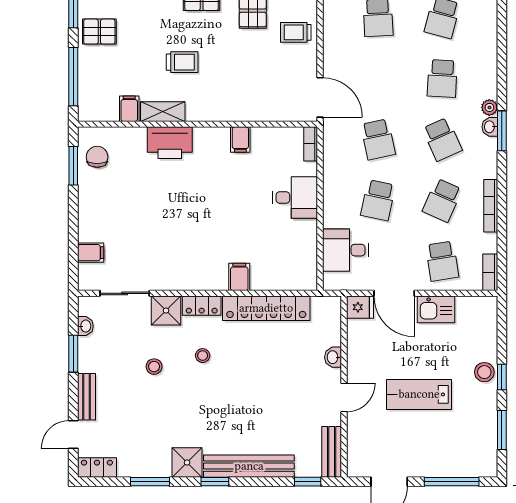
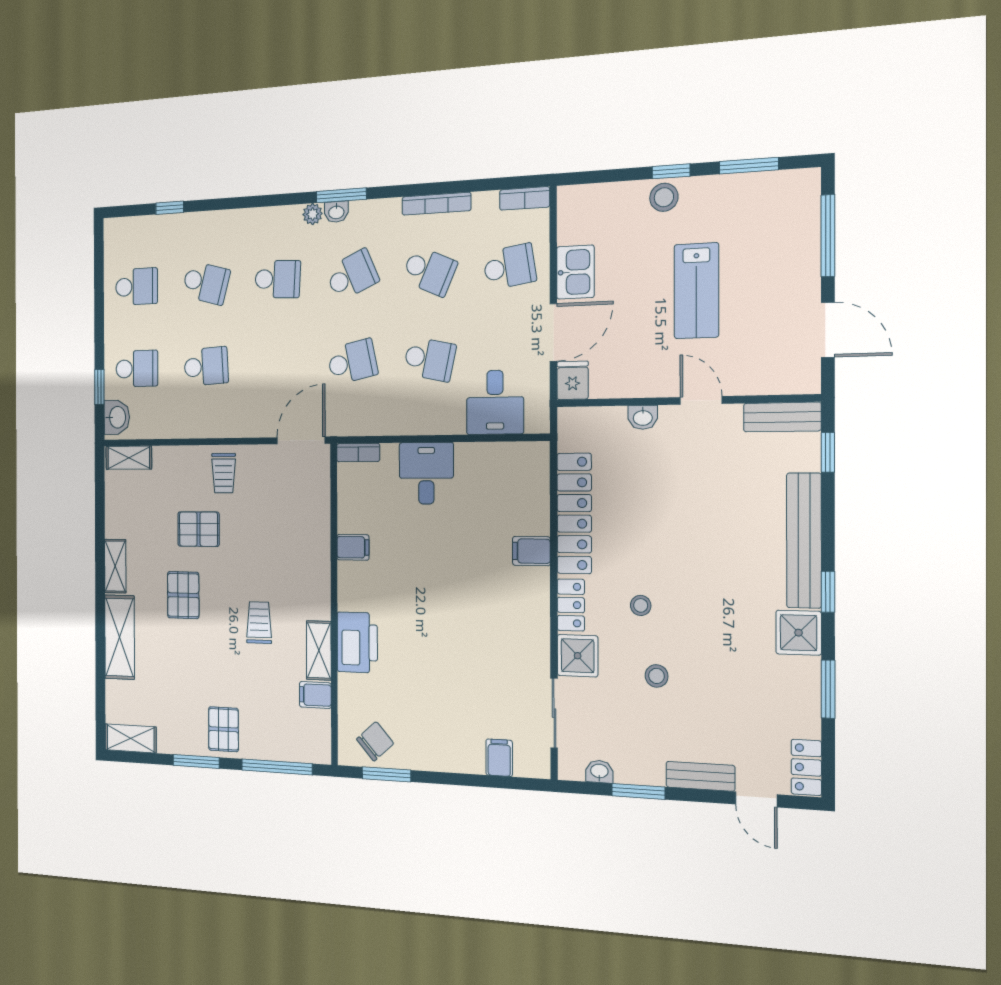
chair: (97, 157) -> (375, 741), turned 138

